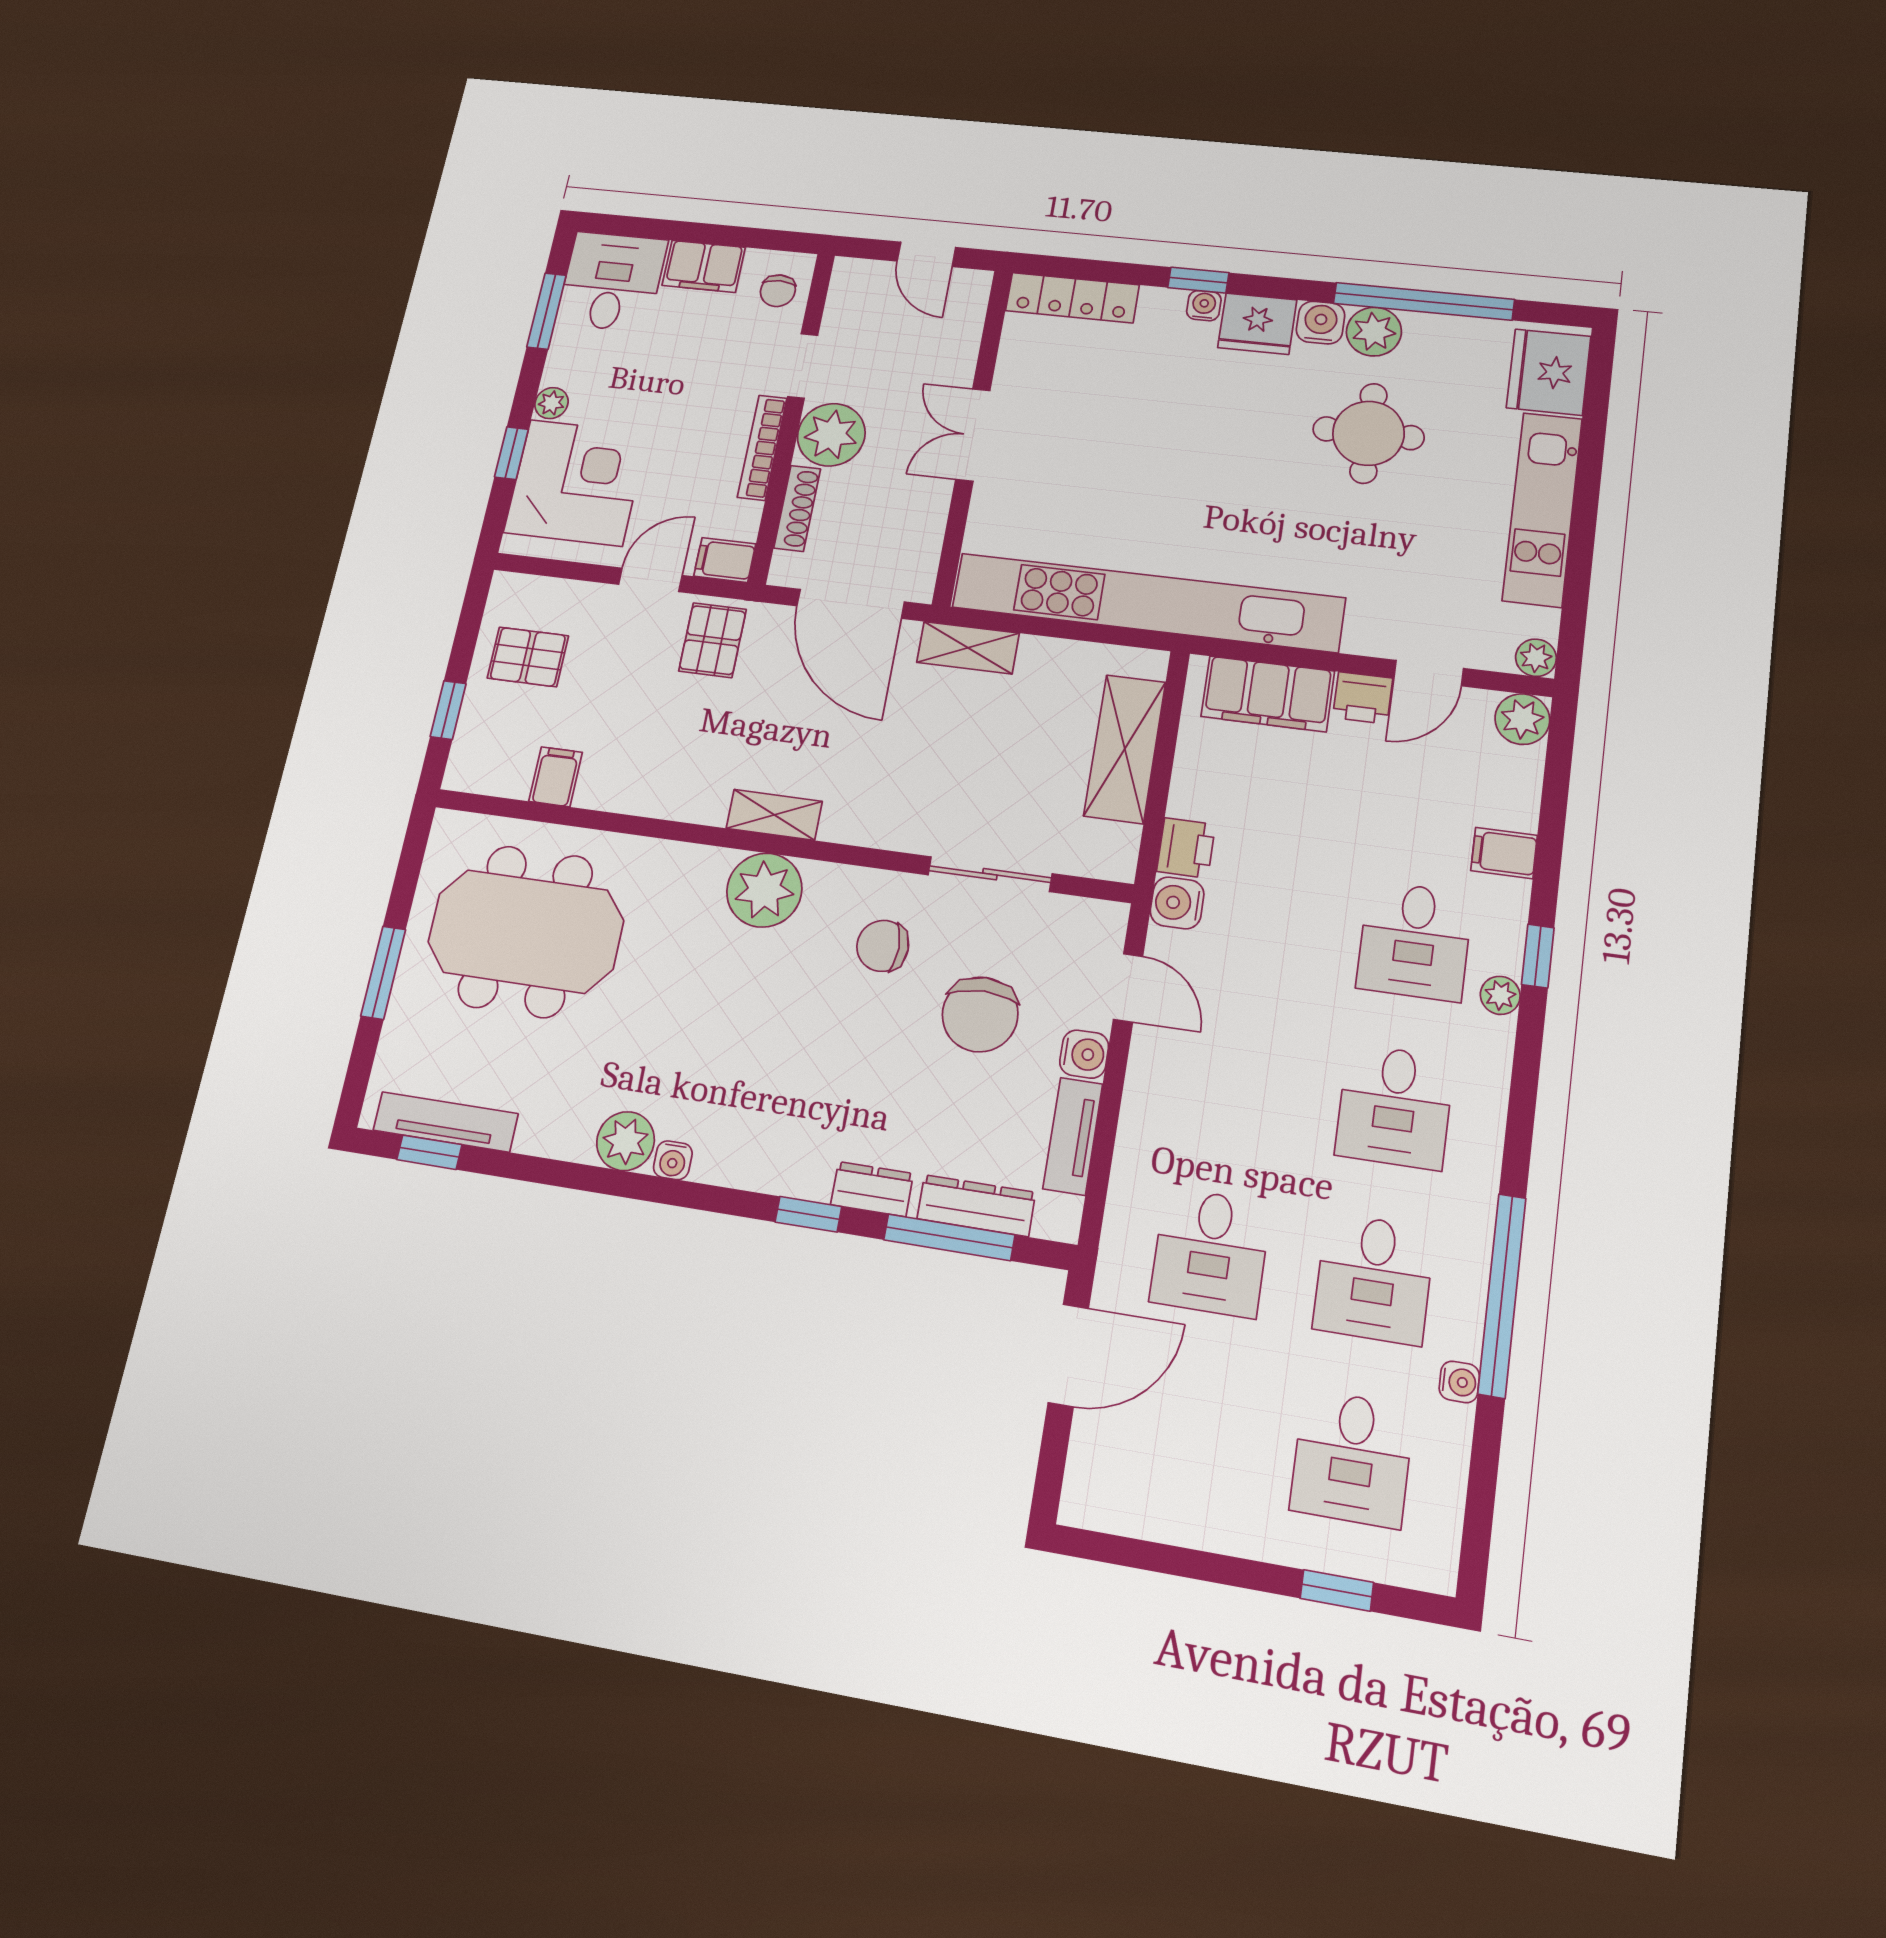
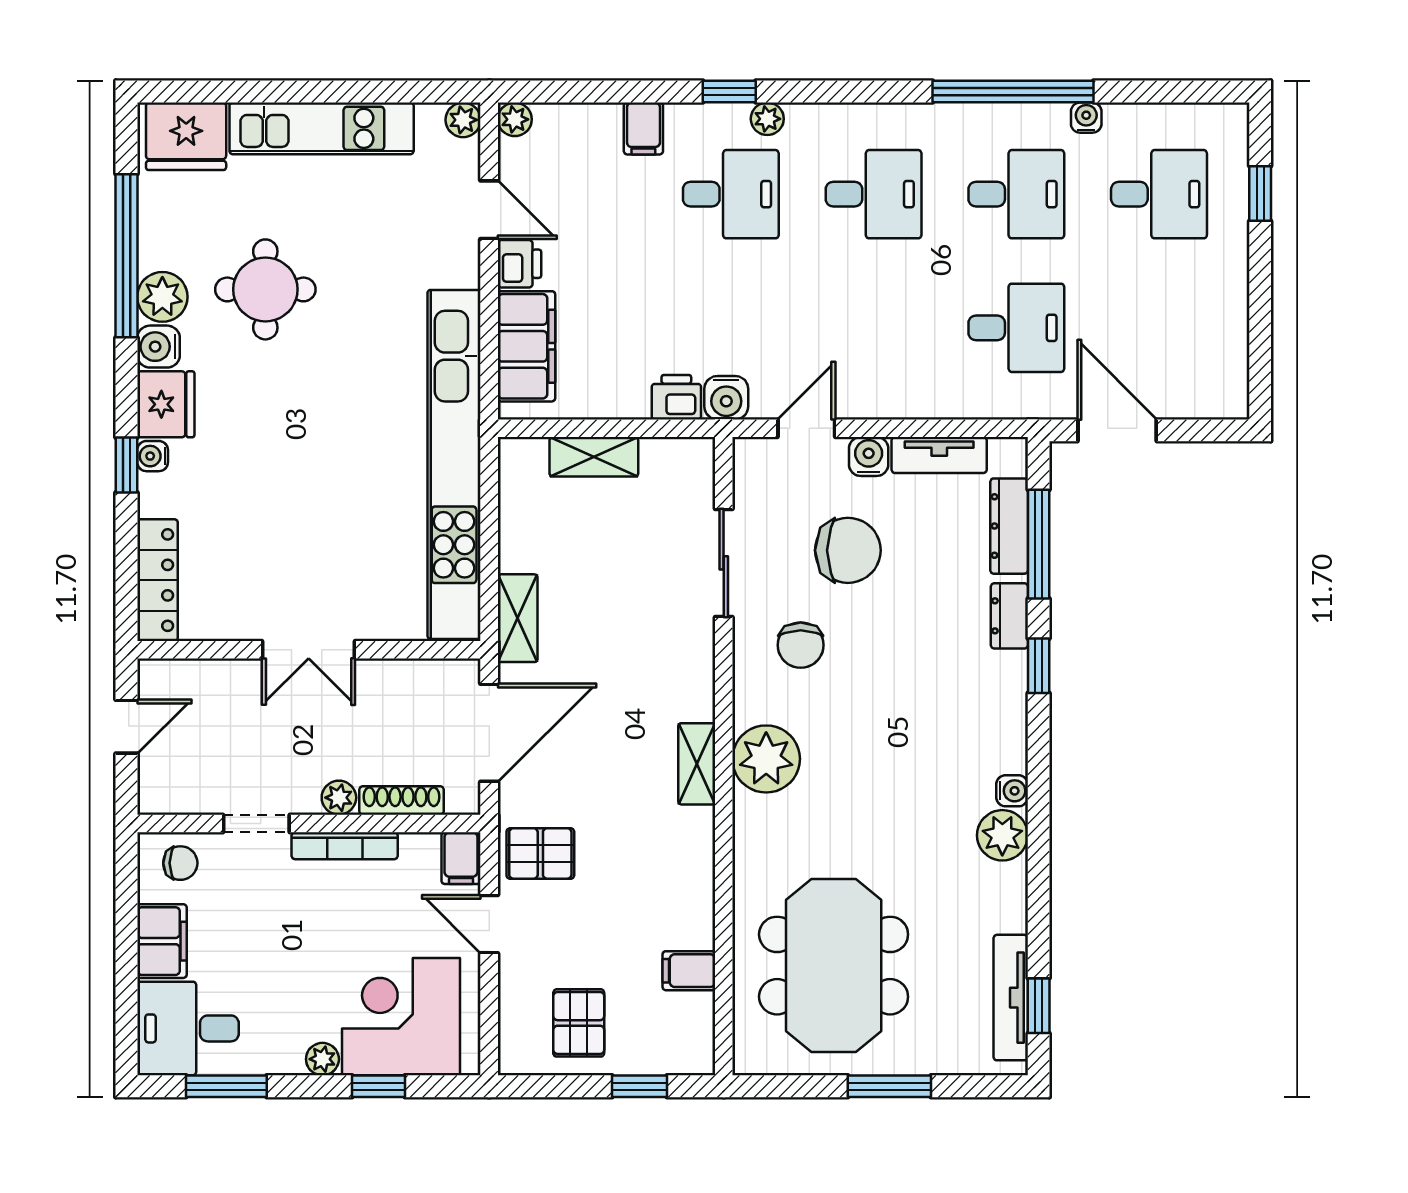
plant: (831, 435) -> (339, 798), width x0.53, depth x0.53
plant: (1522, 719) -> (515, 119), width x0.73, depth x0.73
shelving: (1125, 749) -> (594, 457), width x0.67, depth x0.75

